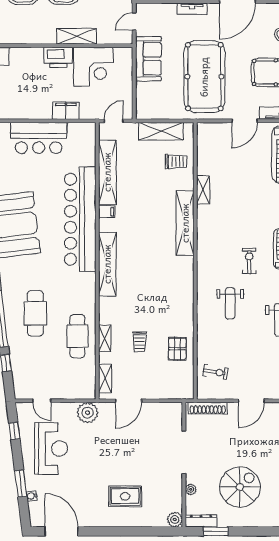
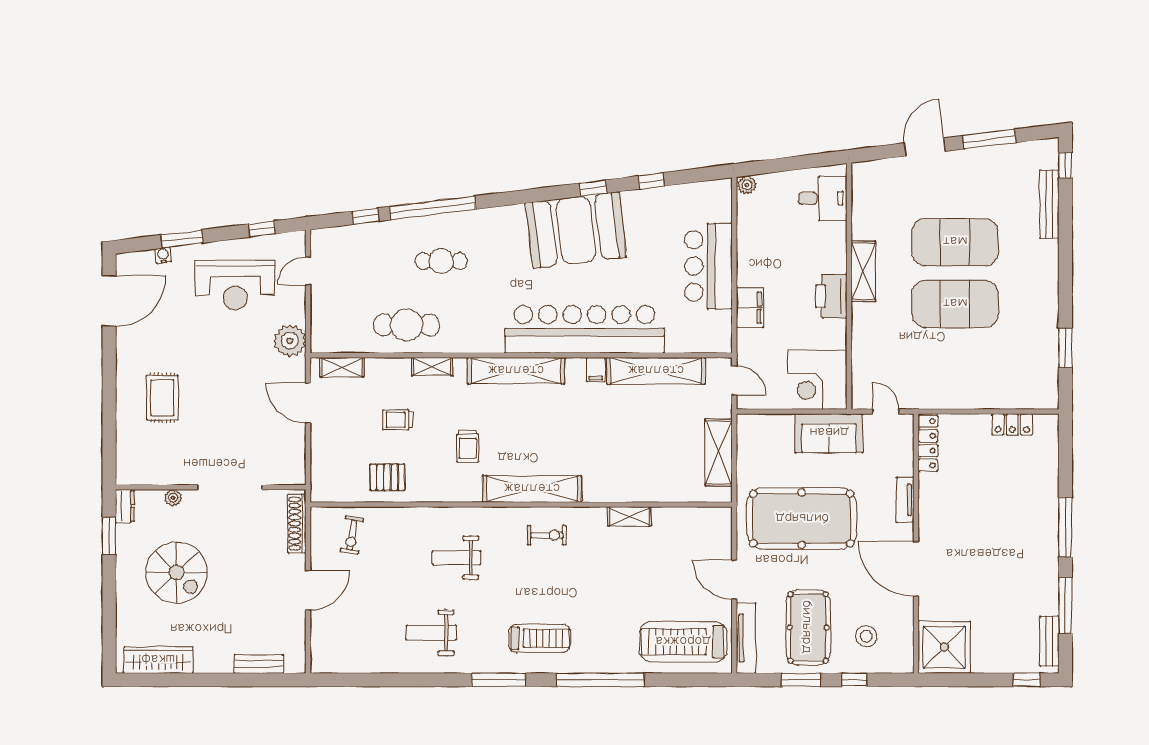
shelving: (77, 36) -> (863, 271), moved
corner desk: (93, 67) -> (817, 380), moved
trolley: (176, 162) -> (468, 446), moved
shelving: (185, 223) -> (532, 489), moved
exercise bike: (249, 261) -> (547, 535), moved
cafe table: (35, 313) -> (441, 261), width x0.73, depth x0.74
shelving: (105, 338) -> (432, 367), moved
door: (251, 401) -> (308, 590), swing flipped
plant: (175, 519) -> (127, 473), removed
dresser: (201, 521) -> (125, 506), width x0.70

